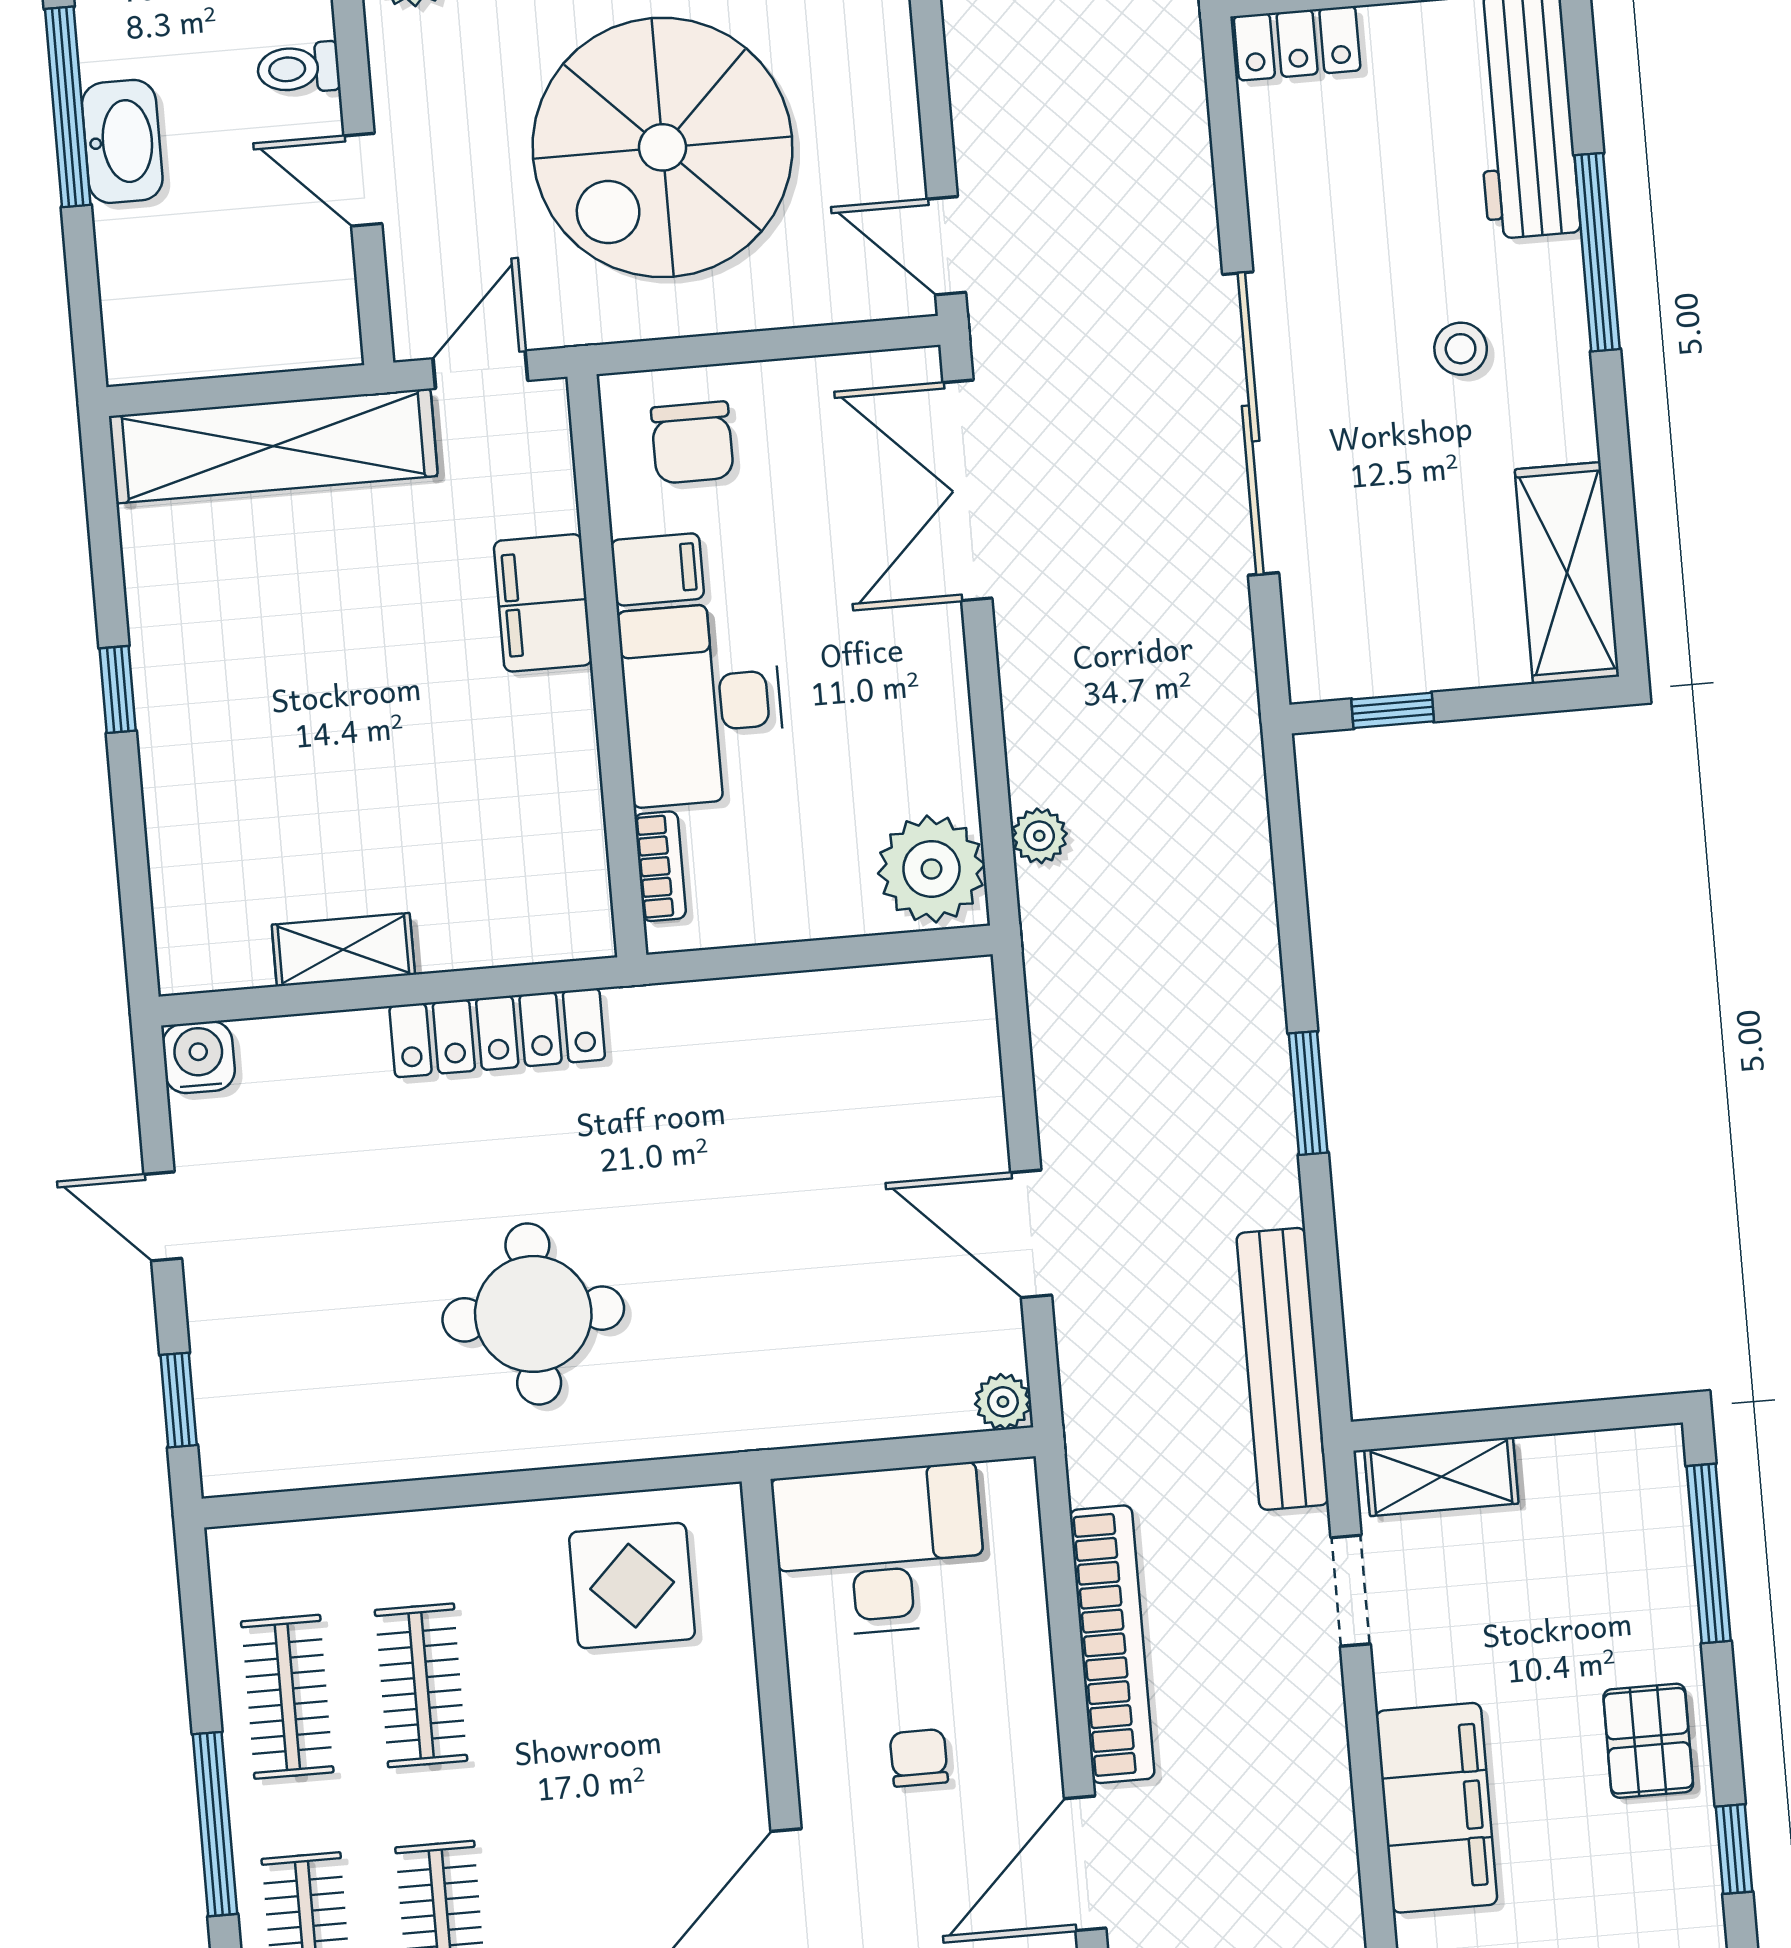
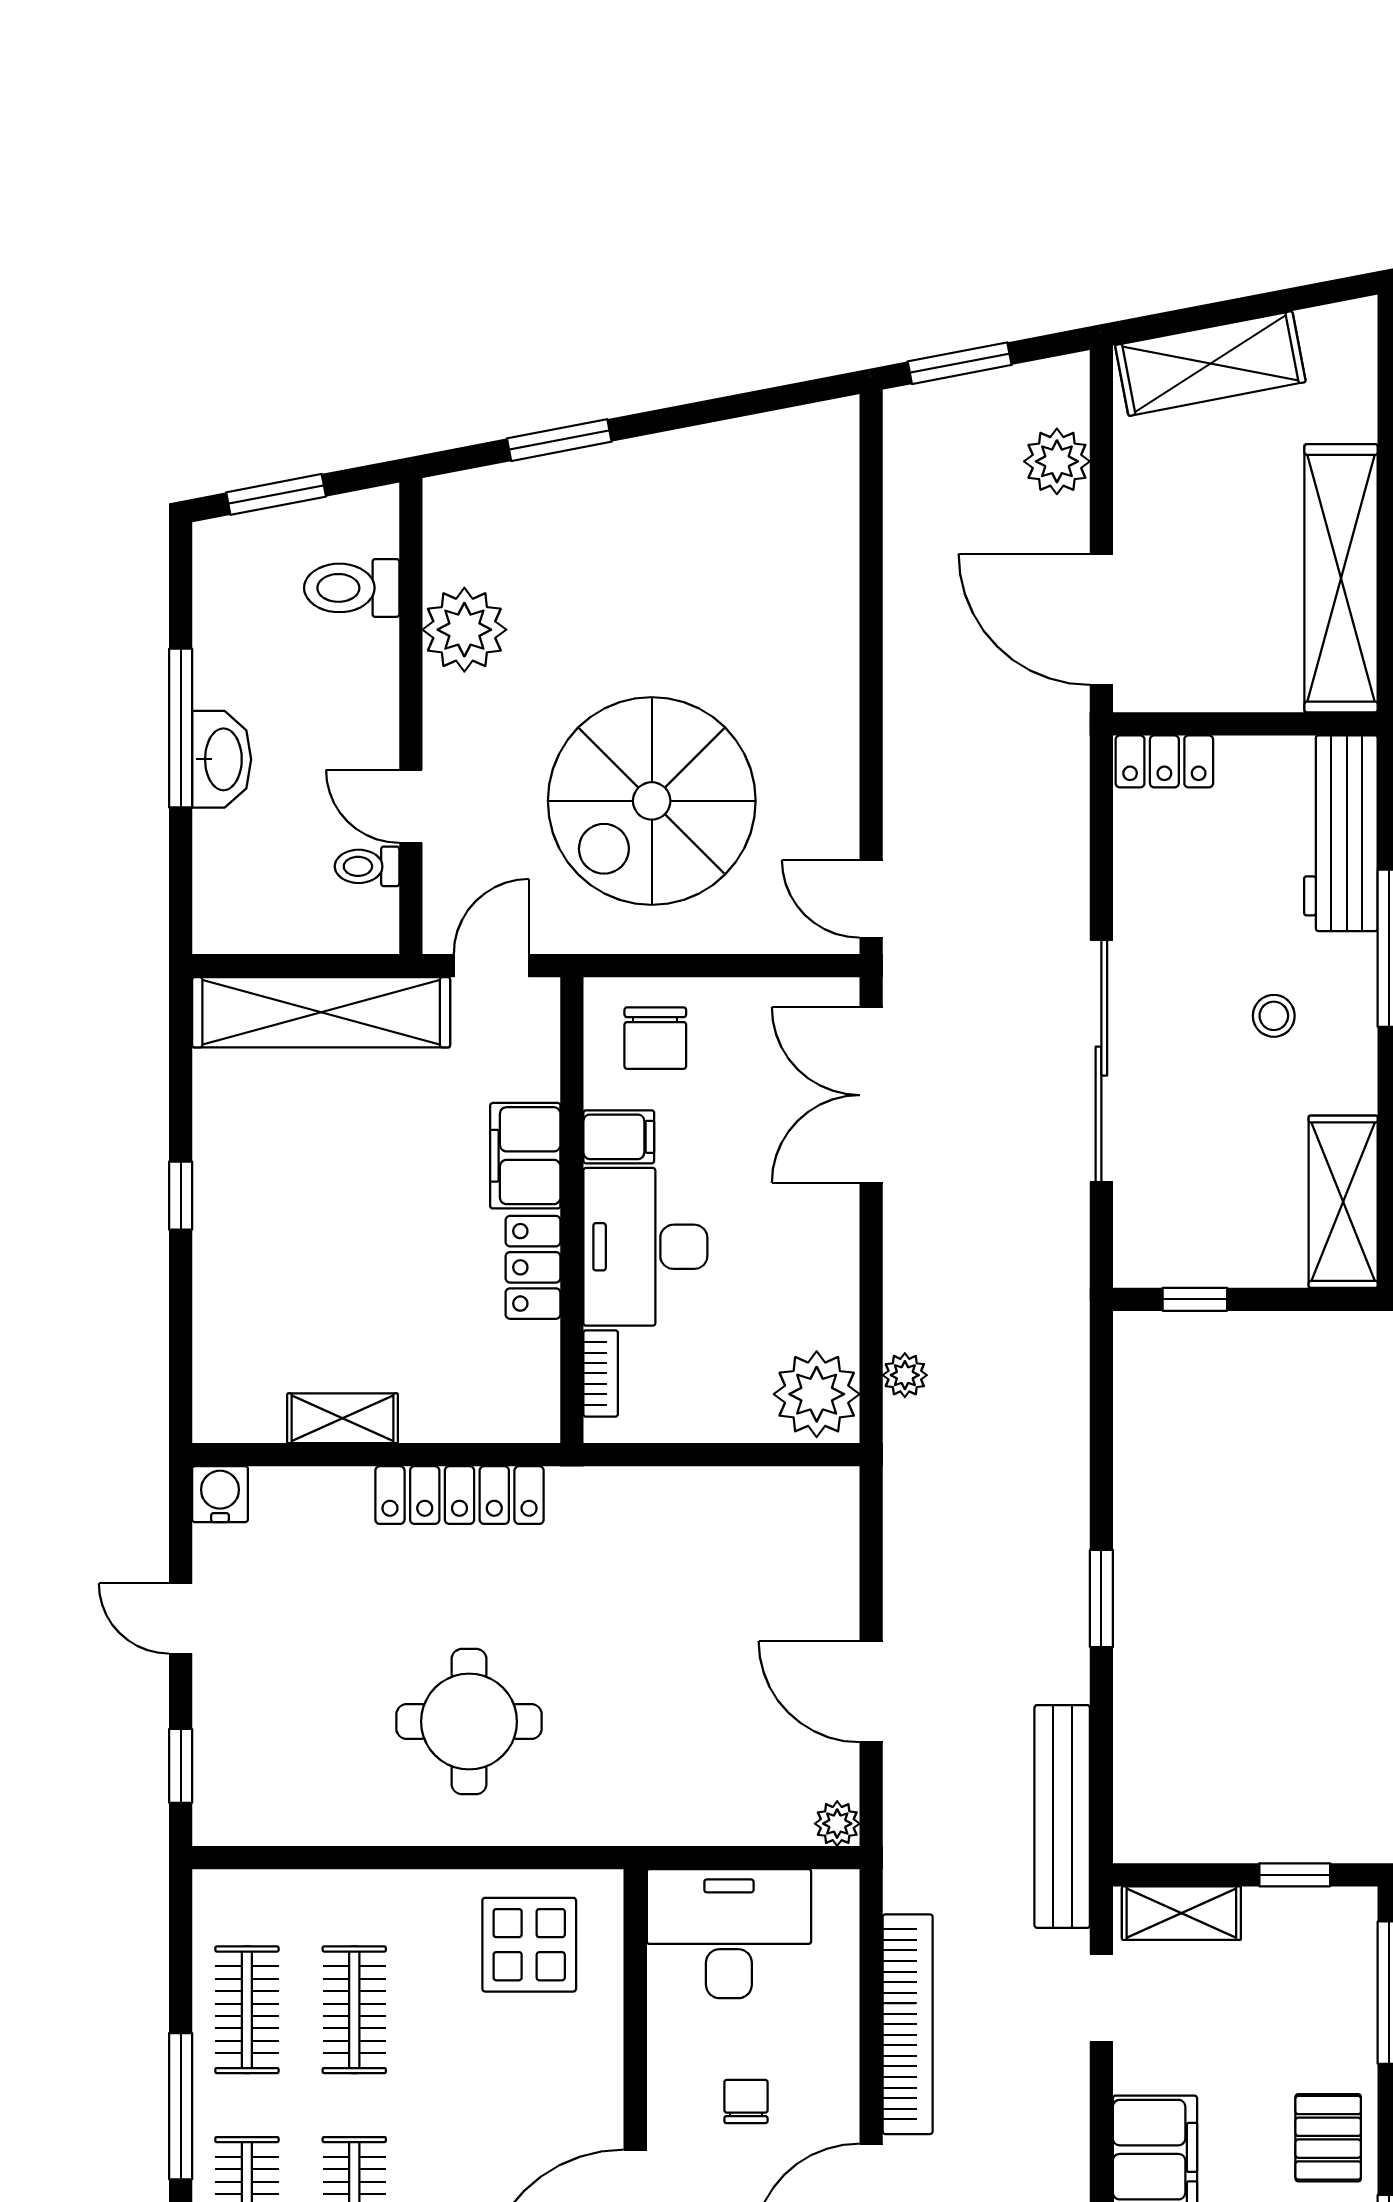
toilet: (298, 68) -> (367, 866), moved
locker: (564, 741) -> (533, 1267), added
window: (1578, 1417) -> (1295, 1875), added

